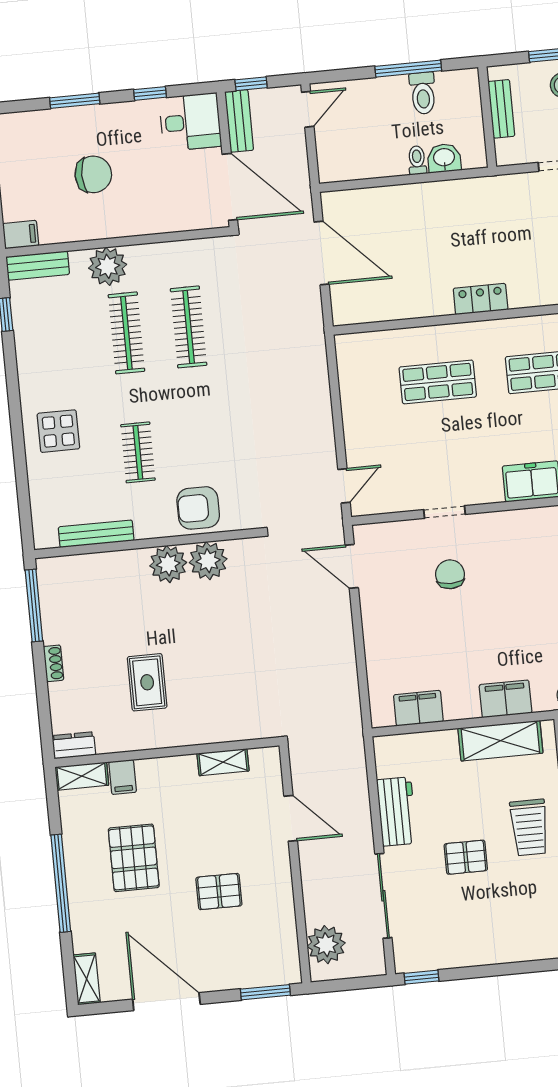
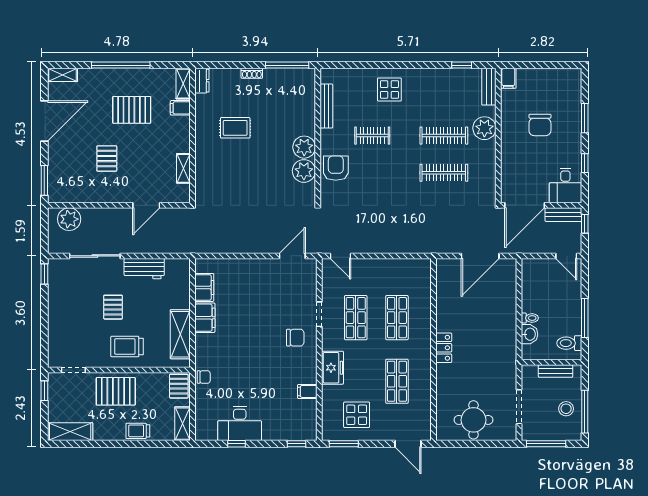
toilet: (423, 93) -> (569, 343), moved
shop shelf: (444, 451) -> (356, 318), added
chair: (450, 574) -> (295, 338), moved
filing cabinet: (505, 699) -> (205, 318), moved

